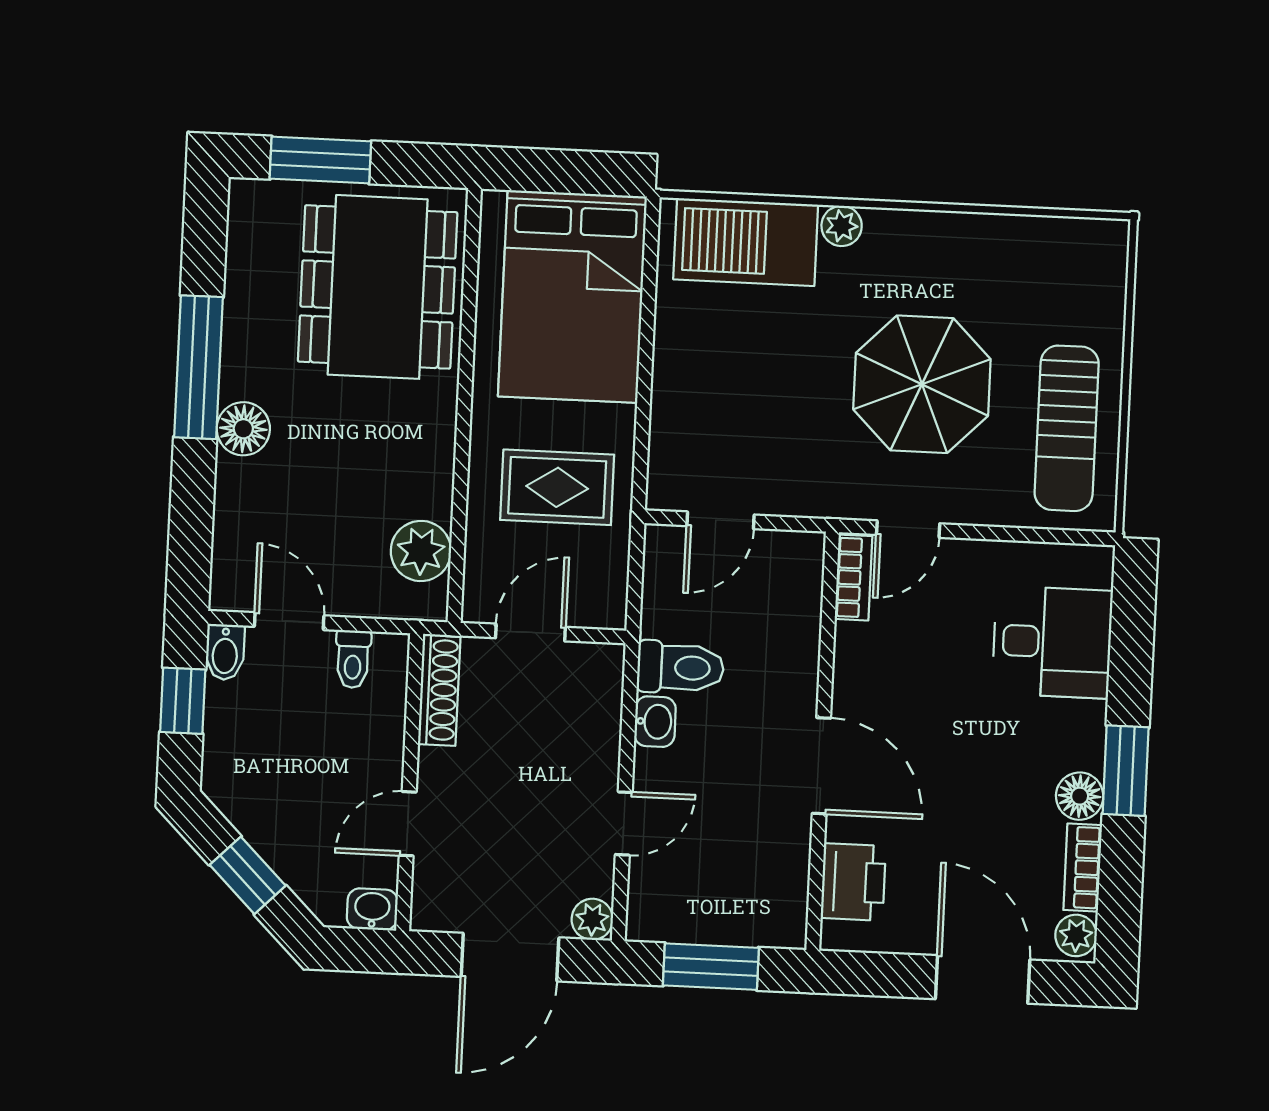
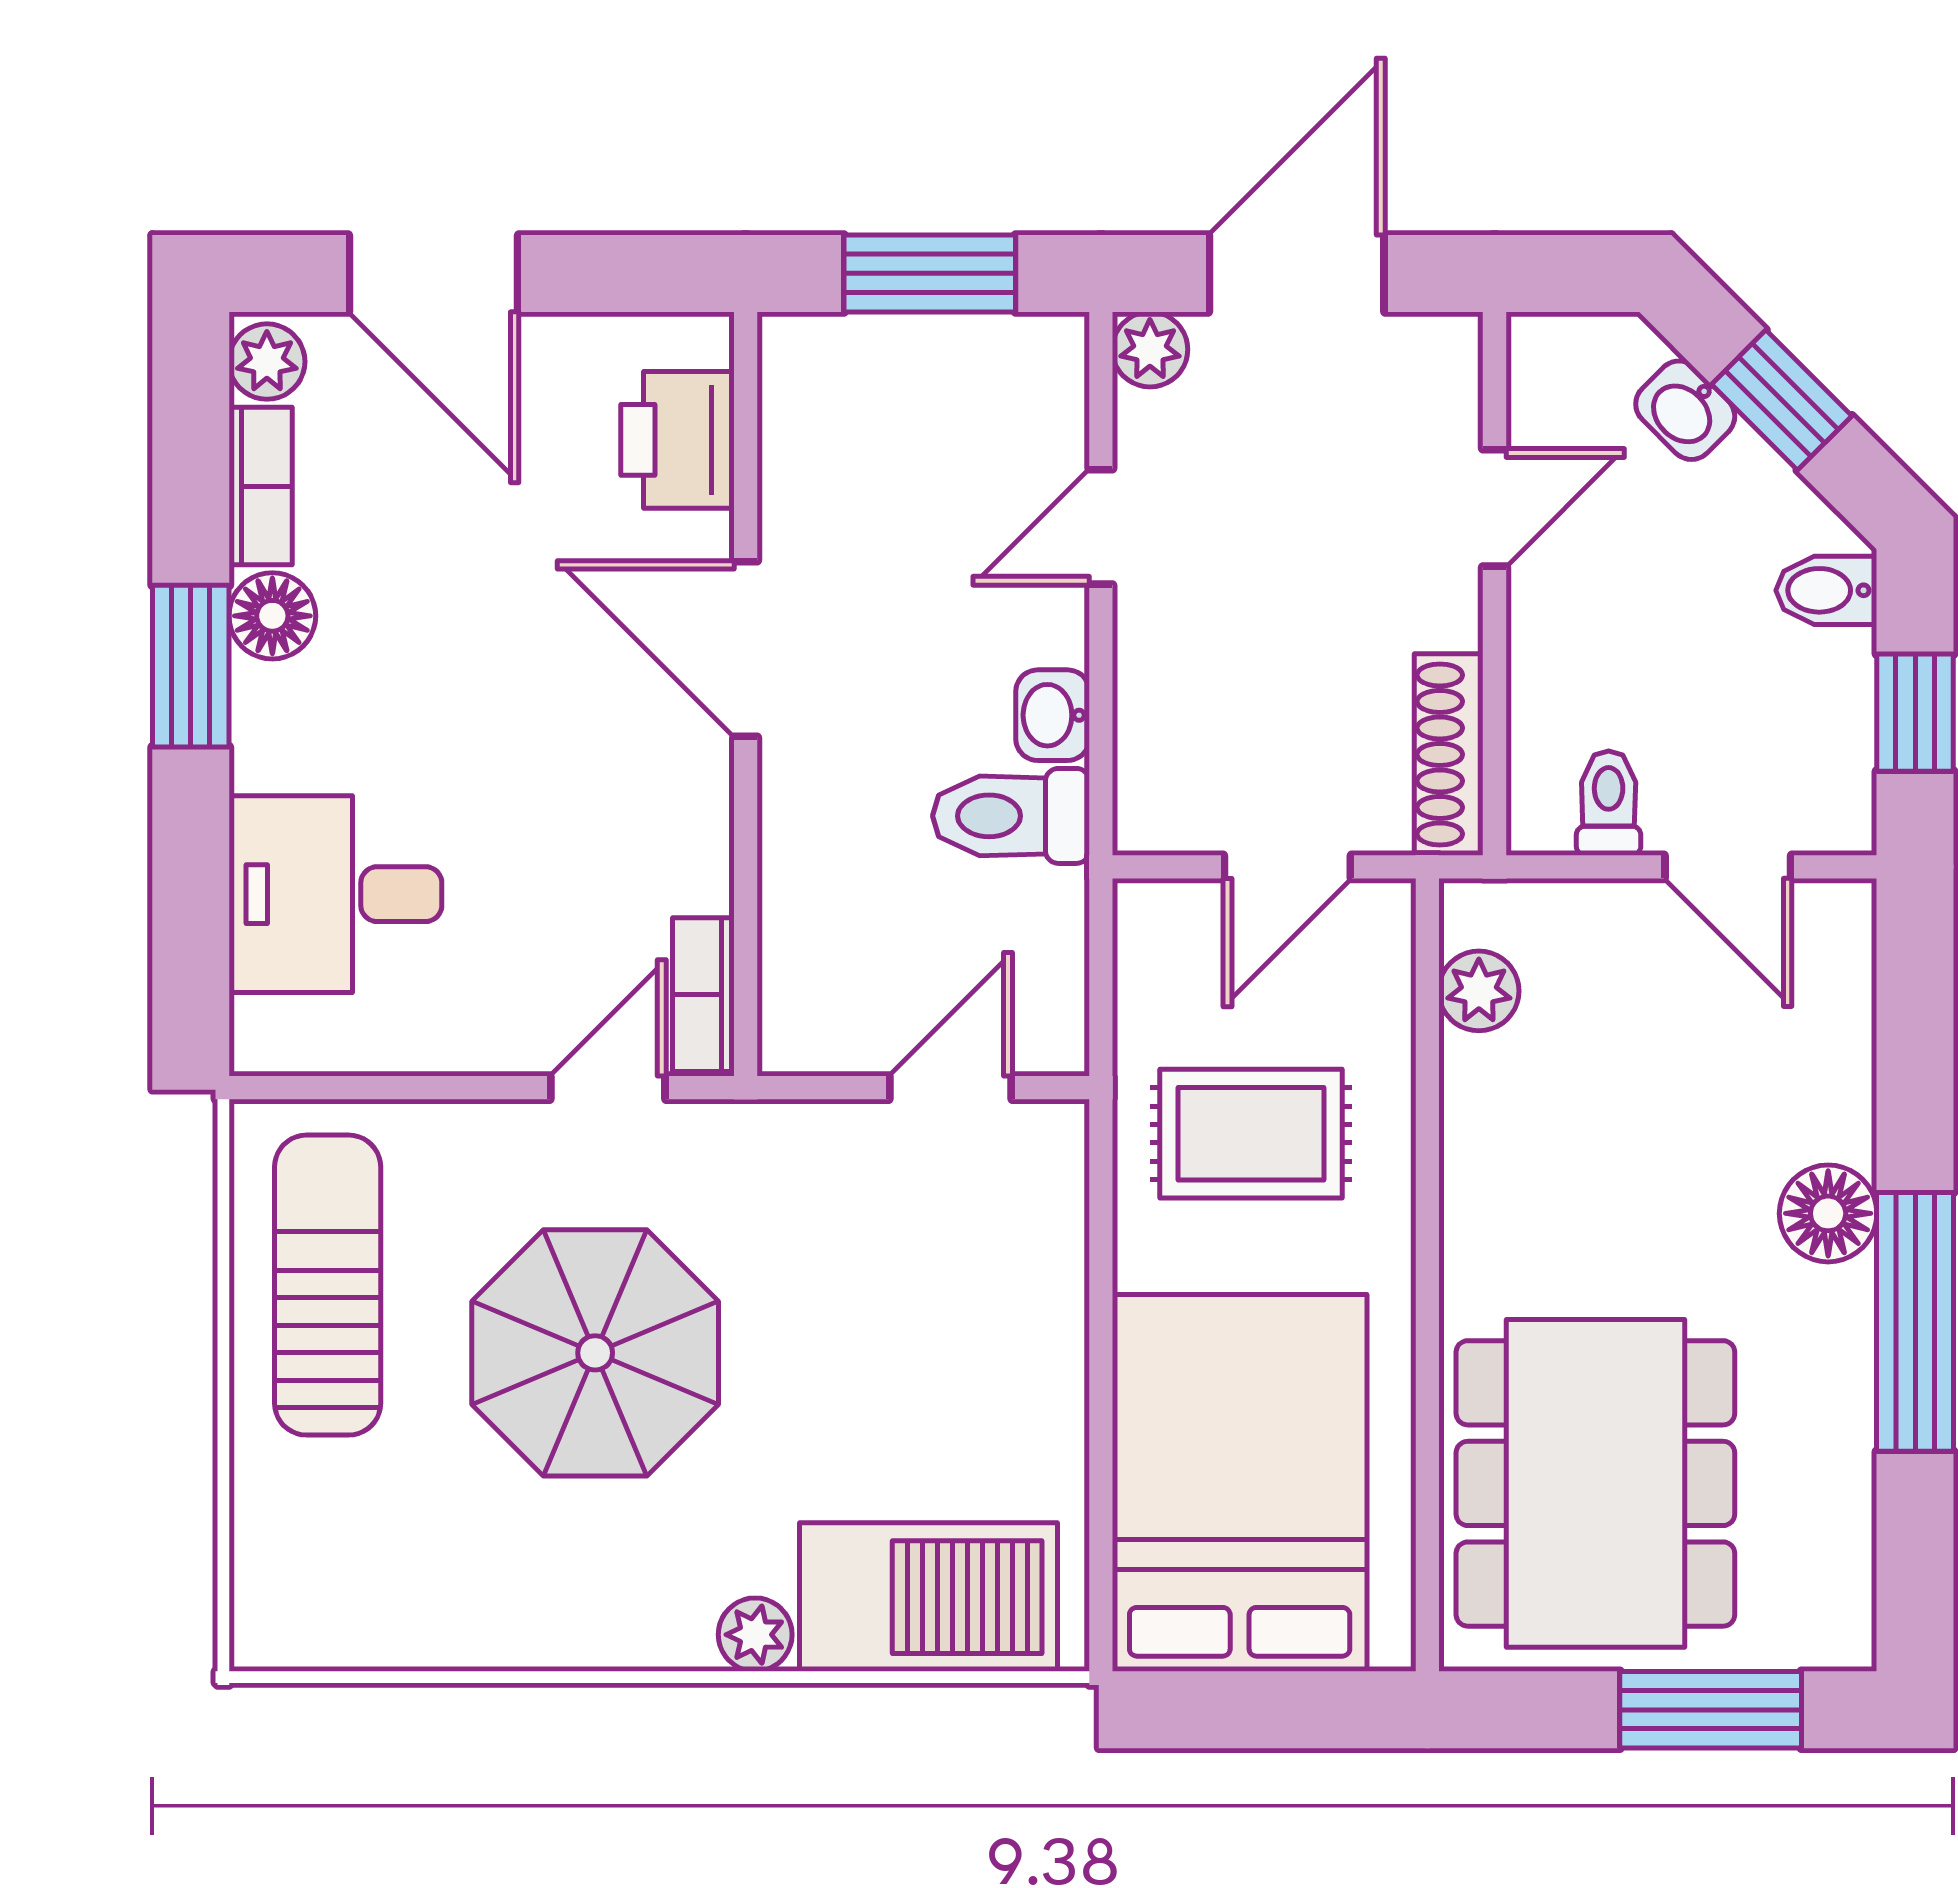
plant: (421, 551) -> (1479, 991), width x0.73, depth x0.73
bidet: (225, 652) -> (1826, 590), moved, turned -90
washbasin: (372, 909) -> (1685, 410), moved, turned 45

